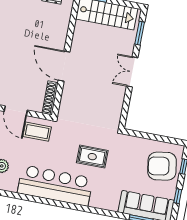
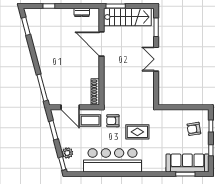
door: (64, 66) -> (101, 44), moved
armchair: (65, 137) -> (113, 121), added
armchair: (162, 166) -> (194, 129), width x0.53, depth x0.53

